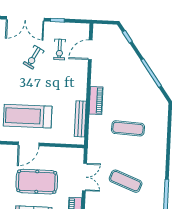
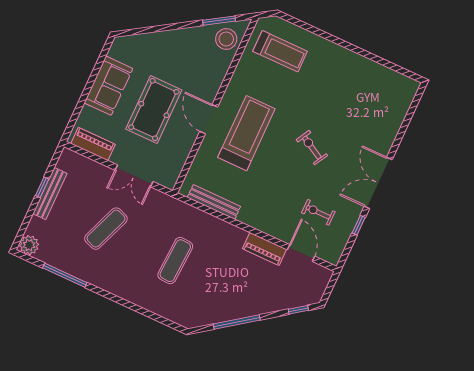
exercise bike: (34, 57) -> (312, 148), moved
piano: (96, 100) -> (265, 249), moved

